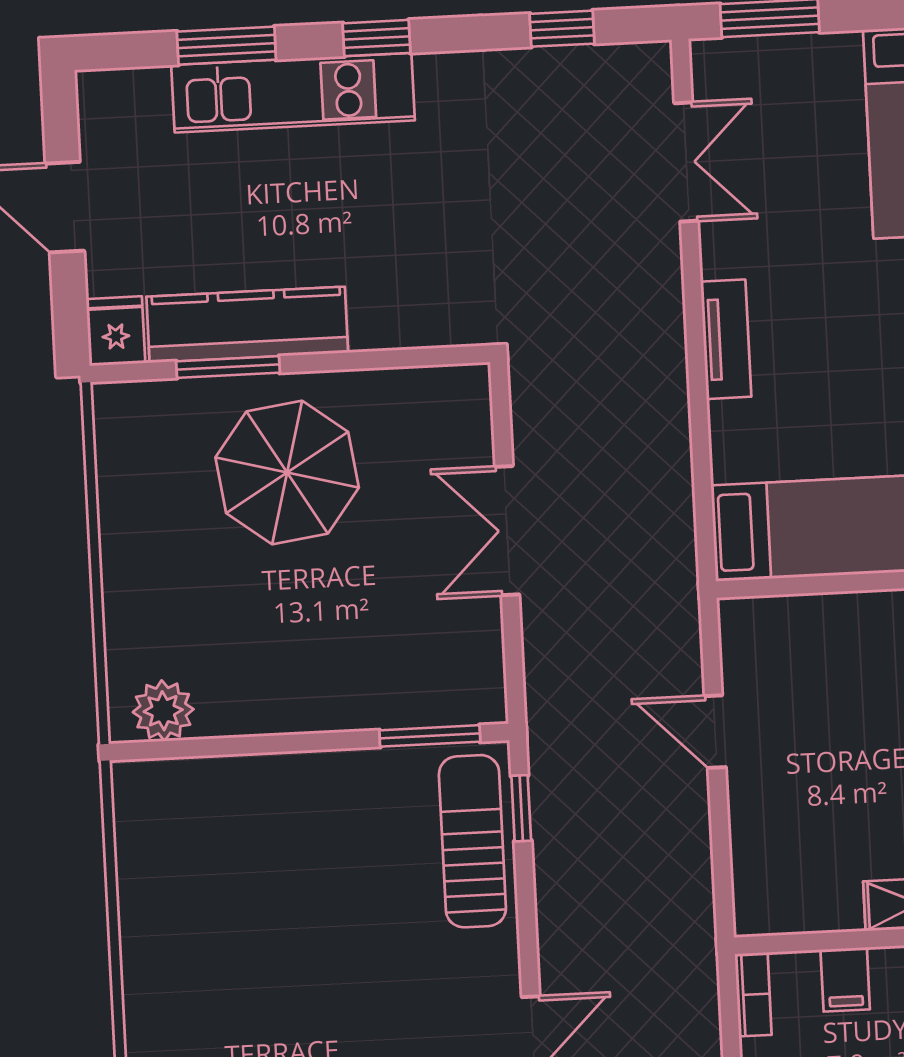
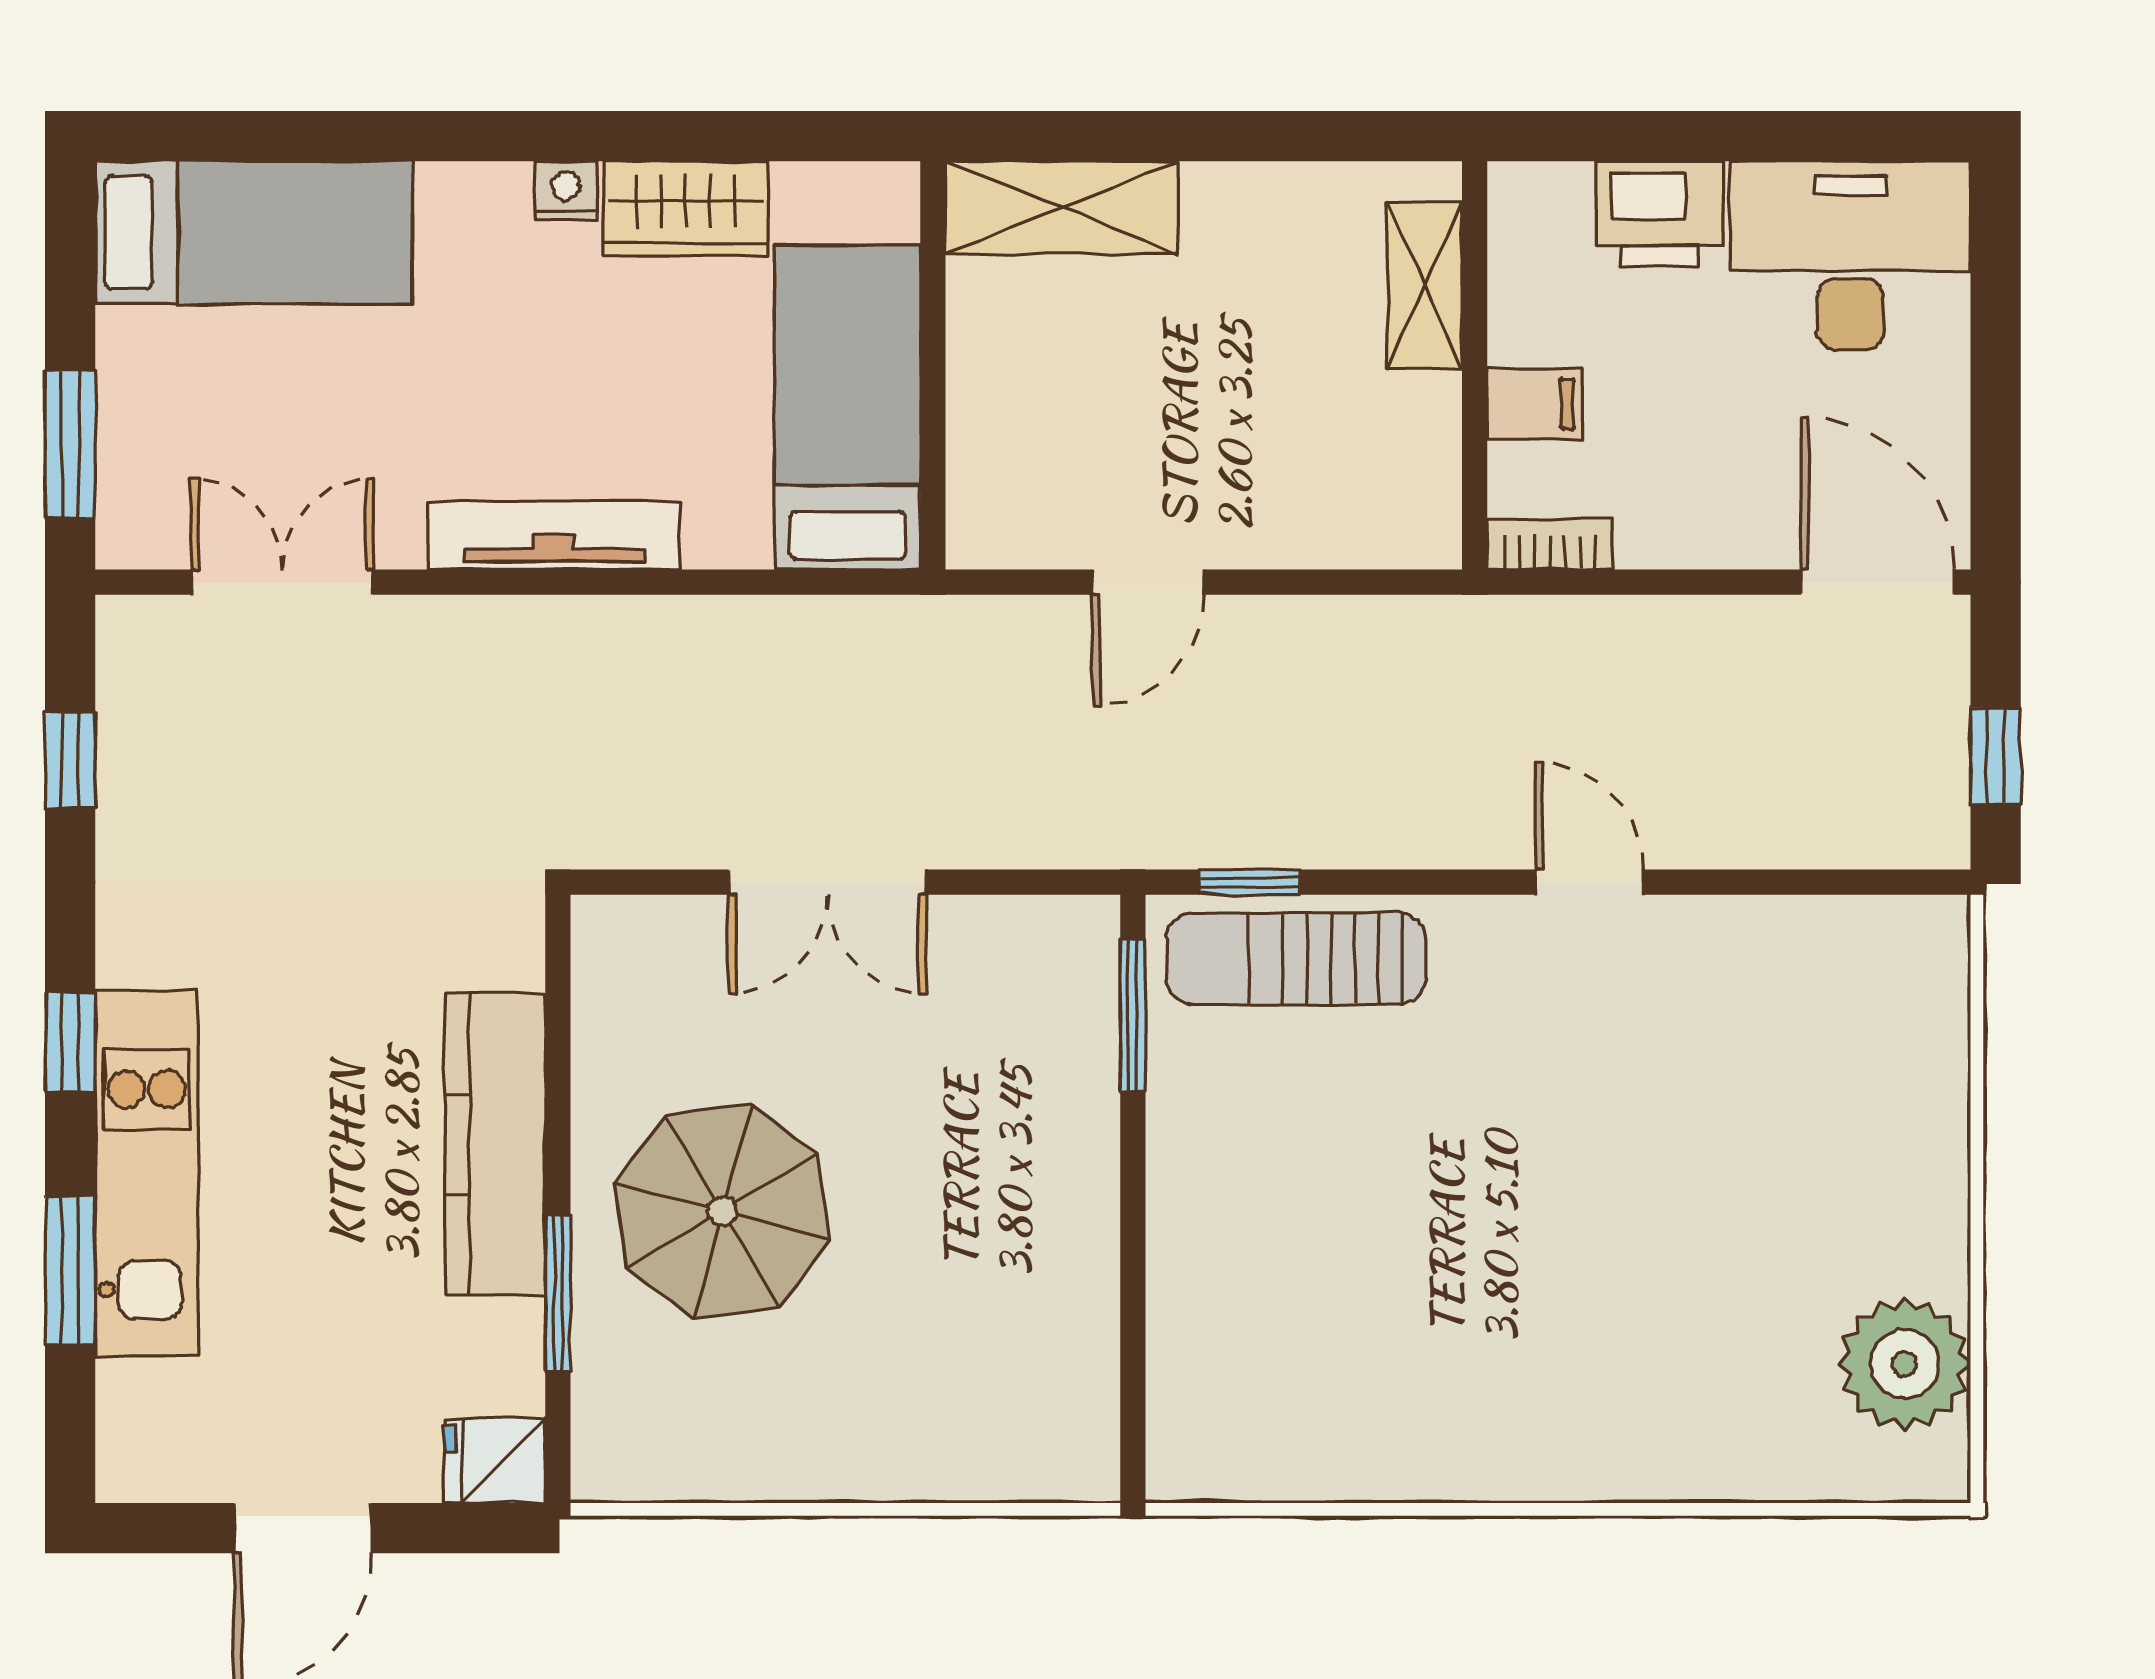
kitchen counter: (247, 325) -> (495, 1144), moved
tv unit: (726, 339) -> (554, 535), width x1.41
plant: (163, 711) -> (1074, 1418), removed

